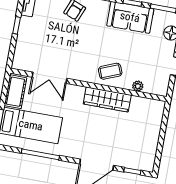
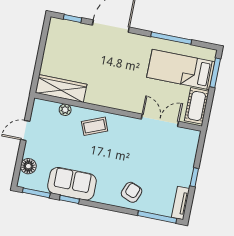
wardrobe: (107, 99) -> (61, 89), moved

